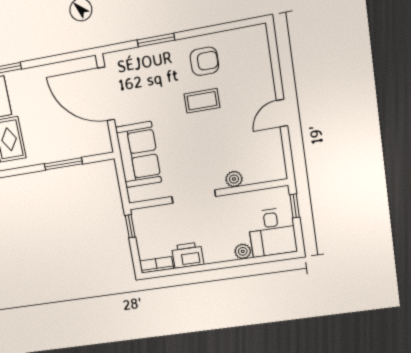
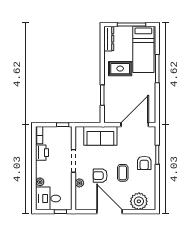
plant: (253, 59) -> (139, 201), added
armchair: (204, 61) -> (144, 163), moved
door: (282, 113) -> (110, 212), width x1.88
armchair: (214, 143) -> (100, 176), added

